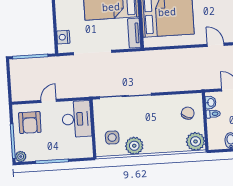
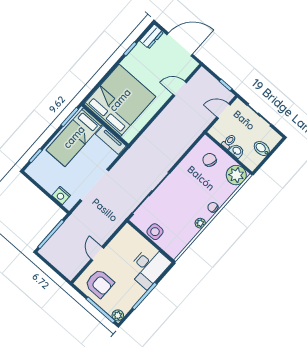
washbasin: (211, 102) -> (237, 151), moved
desk: (77, 119) -> (149, 267), moved, turned 90
side table: (112, 138) -> (155, 232), moved
plant: (134, 146) -> (200, 223), width x0.53, depth x0.53
chair: (158, 148) -> (213, 207), added

